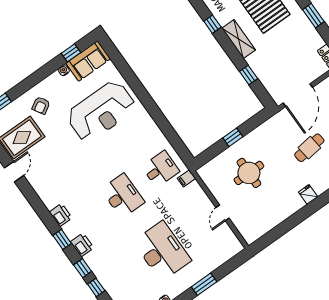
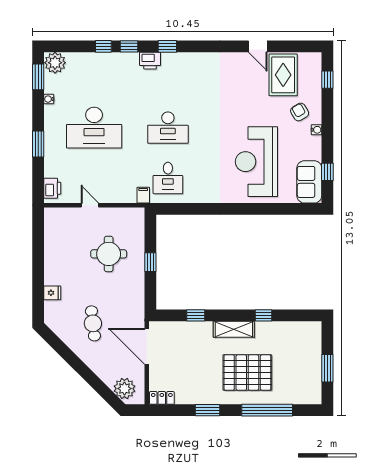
water cooler: (64, 70) -> (316, 130), moved
printer: (61, 215) -> (52, 188), moved, turned -90

